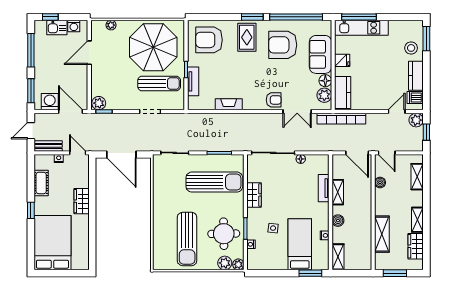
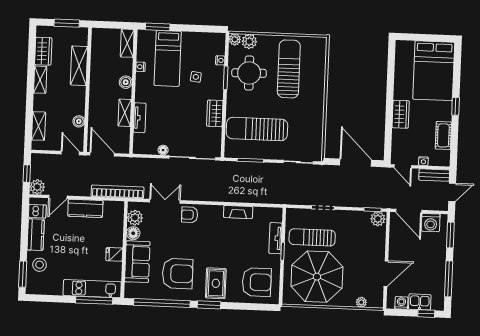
kitchen counter: (343, 92) -> (85, 208), moved, turned -90

